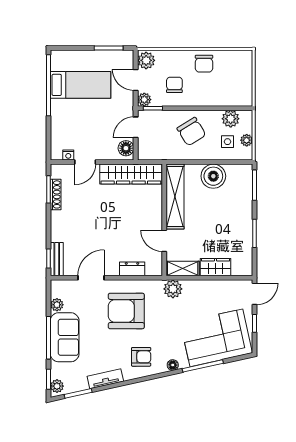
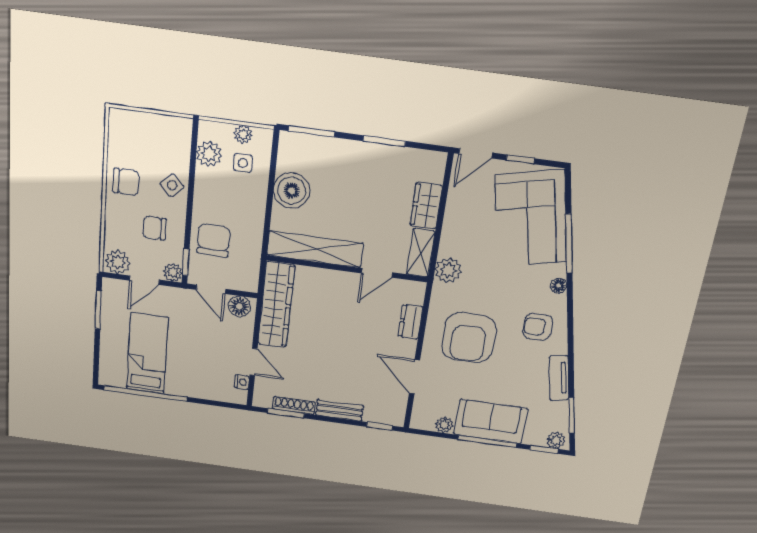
side table: (206, 95) -> (172, 185), added
chair: (191, 132) -> (213, 240), moved, turned -58
bench: (57, 259) -> (339, 410), moved
door: (255, 294) -> (476, 153), swing flipped
armchair: (141, 357) -> (538, 327), turned -90

